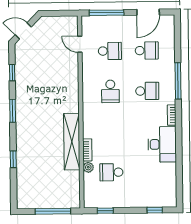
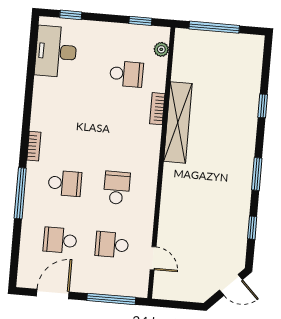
school desk: (147, 91) -> (65, 183), turned 180
desk: (162, 144) -> (56, 52), moved
plant: (88, 167) -> (161, 49), moved

